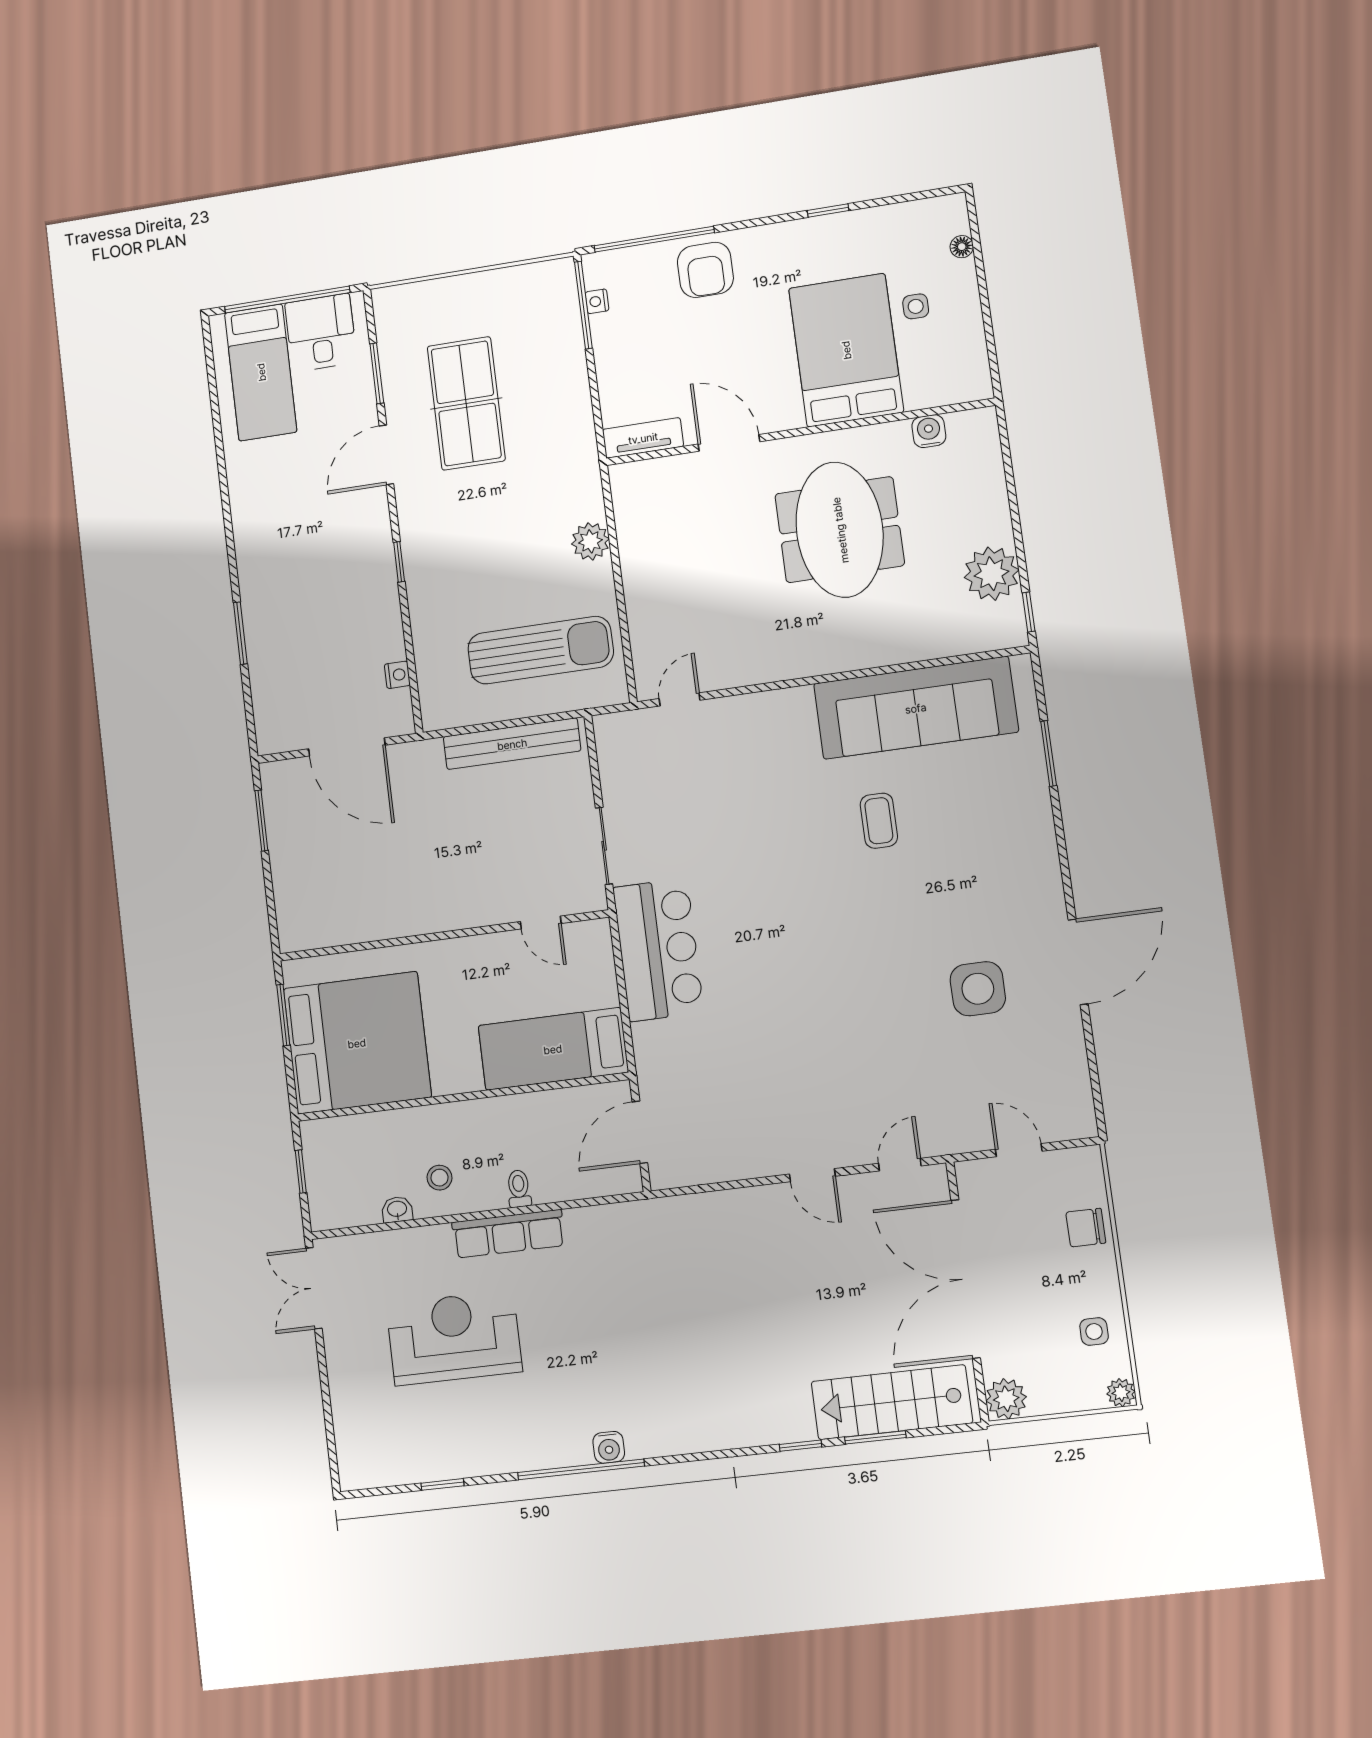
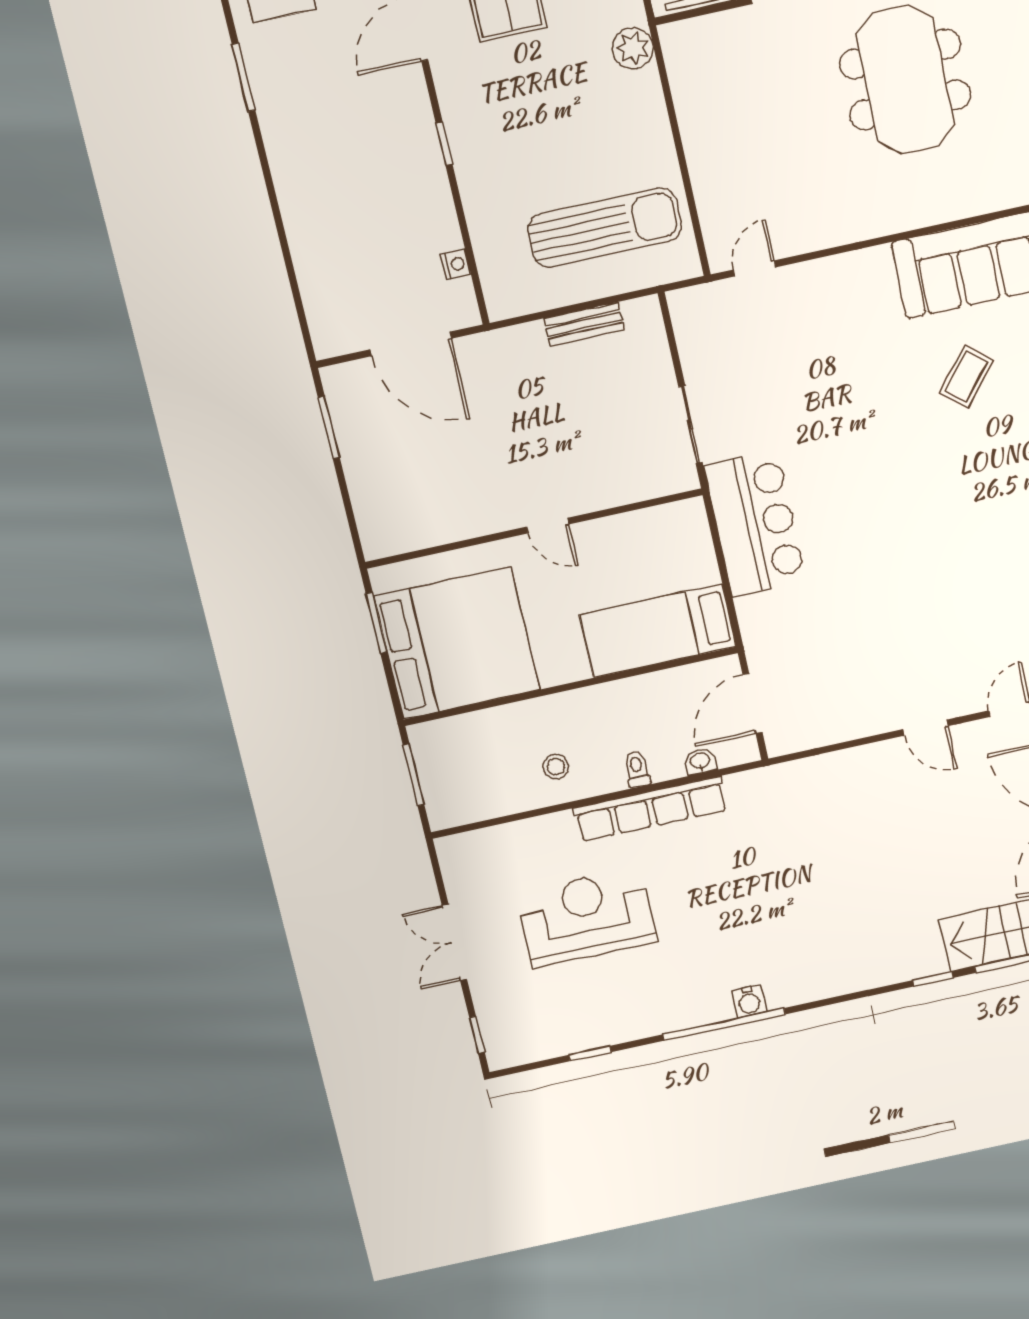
plant: (590, 541) -> (633, 48), moved
window: (240, 633) -> (243, 77), moved
bench: (512, 744) -> (584, 324), width x0.54, depth x0.82
coffee table: (879, 821) -> (966, 377), turned 40
door: (541, 922) -> (548, 526), moved
window: (301, 1172) -> (414, 775), width x1.50
washbasin: (397, 1210) -> (700, 761), moved
row of seats: (508, 1234) -> (651, 809), width x1.36
double door: (314, 1288) -> (454, 942), moved
window: (332, 1450) -> (477, 1035), added

